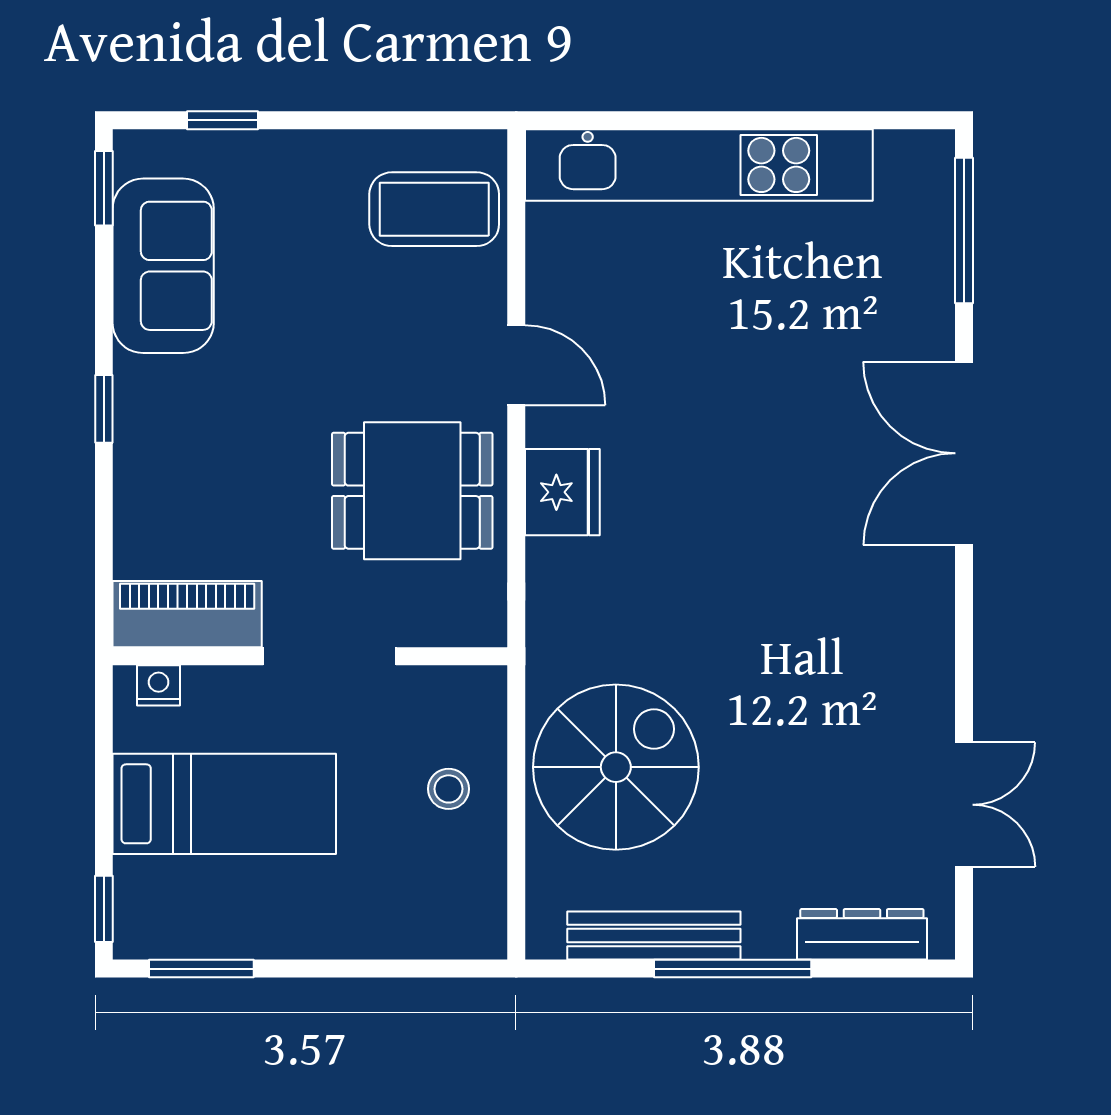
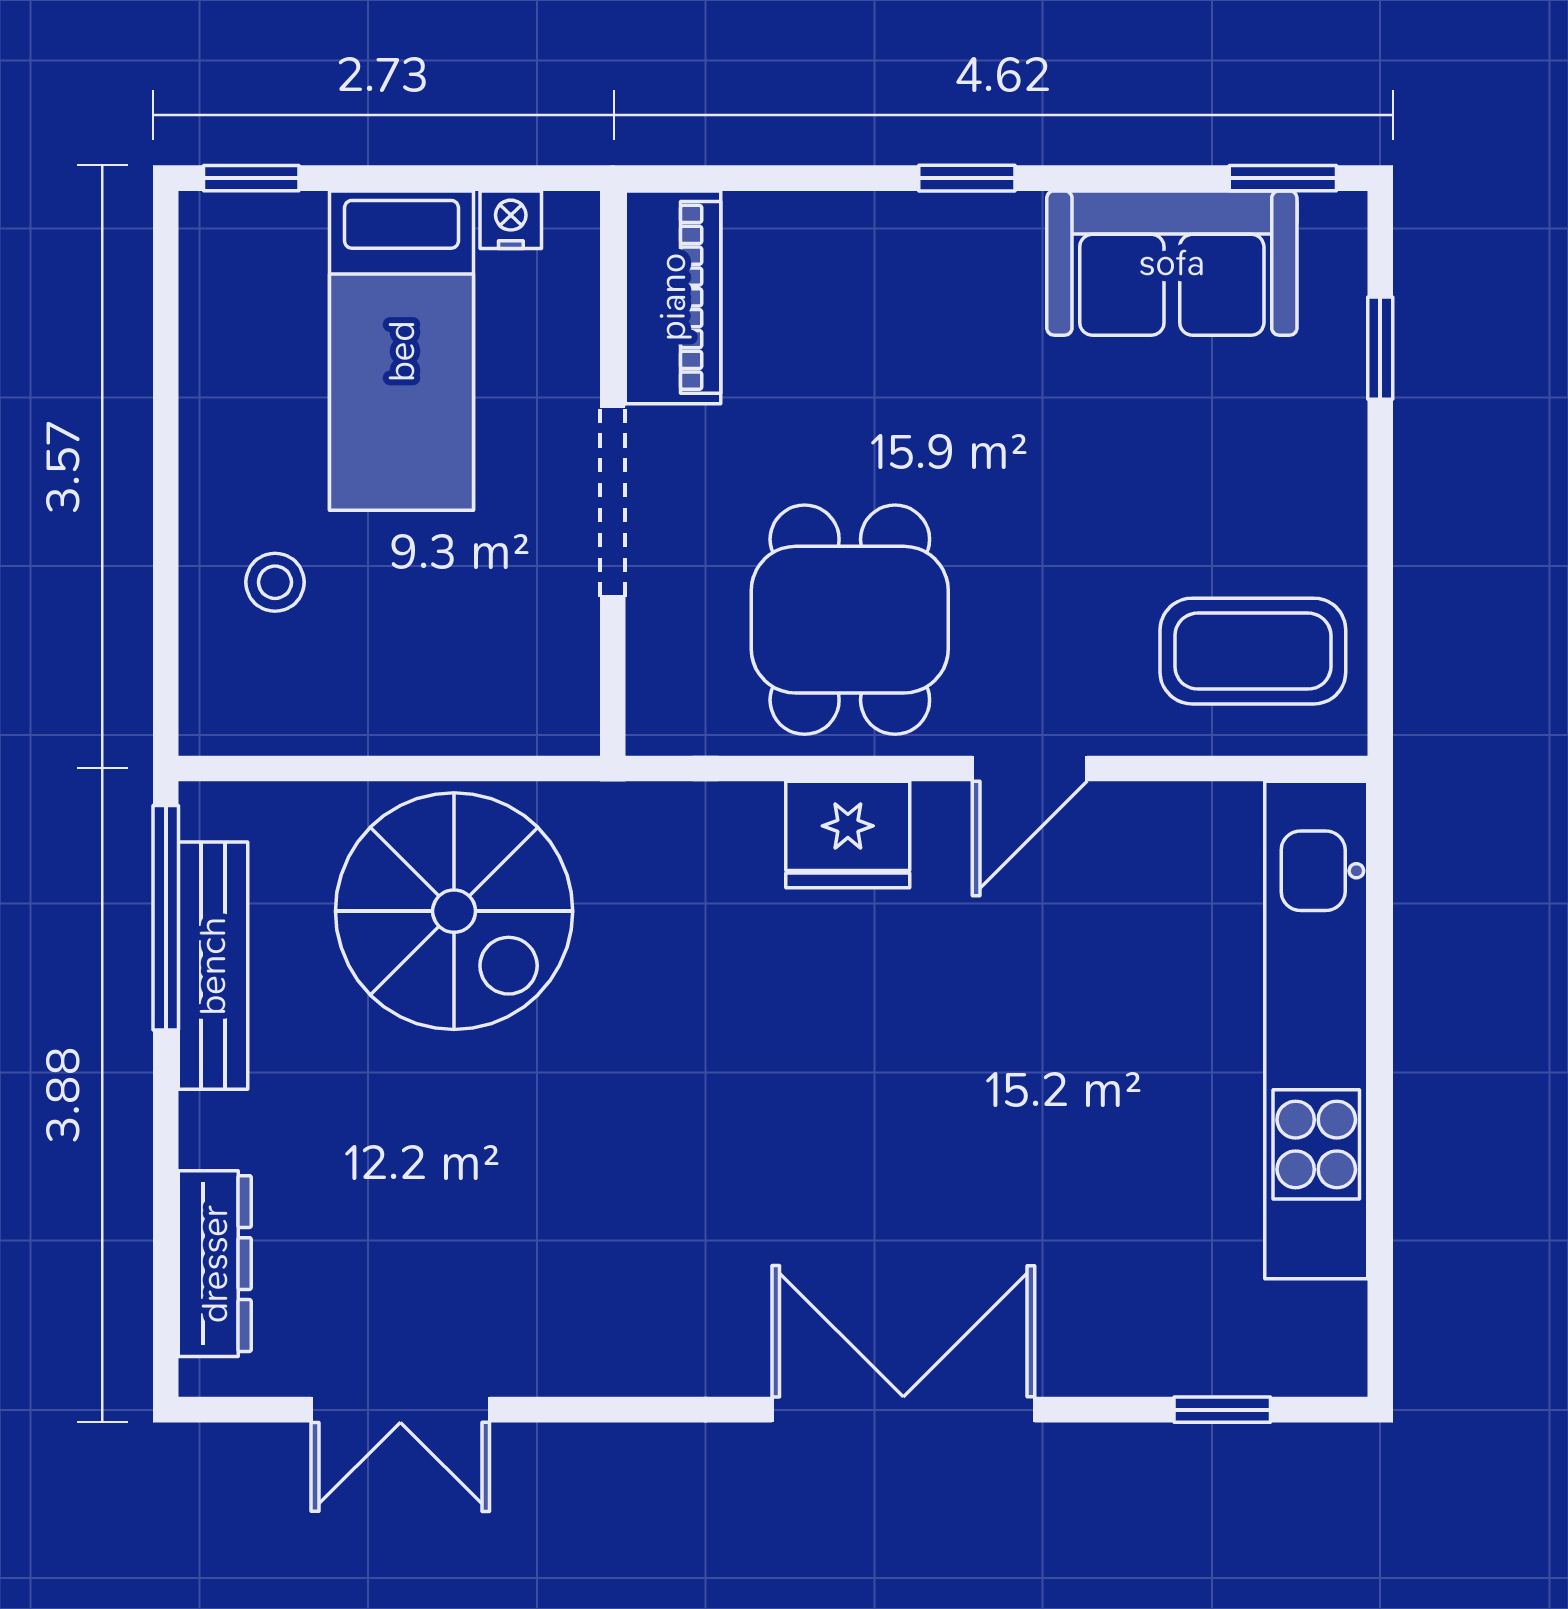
coffee table: (434, 209) -> (1253, 651), turned 90
window: (964, 231) -> (1222, 1410), width x0.46
nightstand: (159, 685) -> (511, 220), moved, turned -90
stool: (449, 789) -> (275, 582), moved
window: (201, 969) -> (166, 318), removed
window: (733, 969) -> (166, 918), moved

